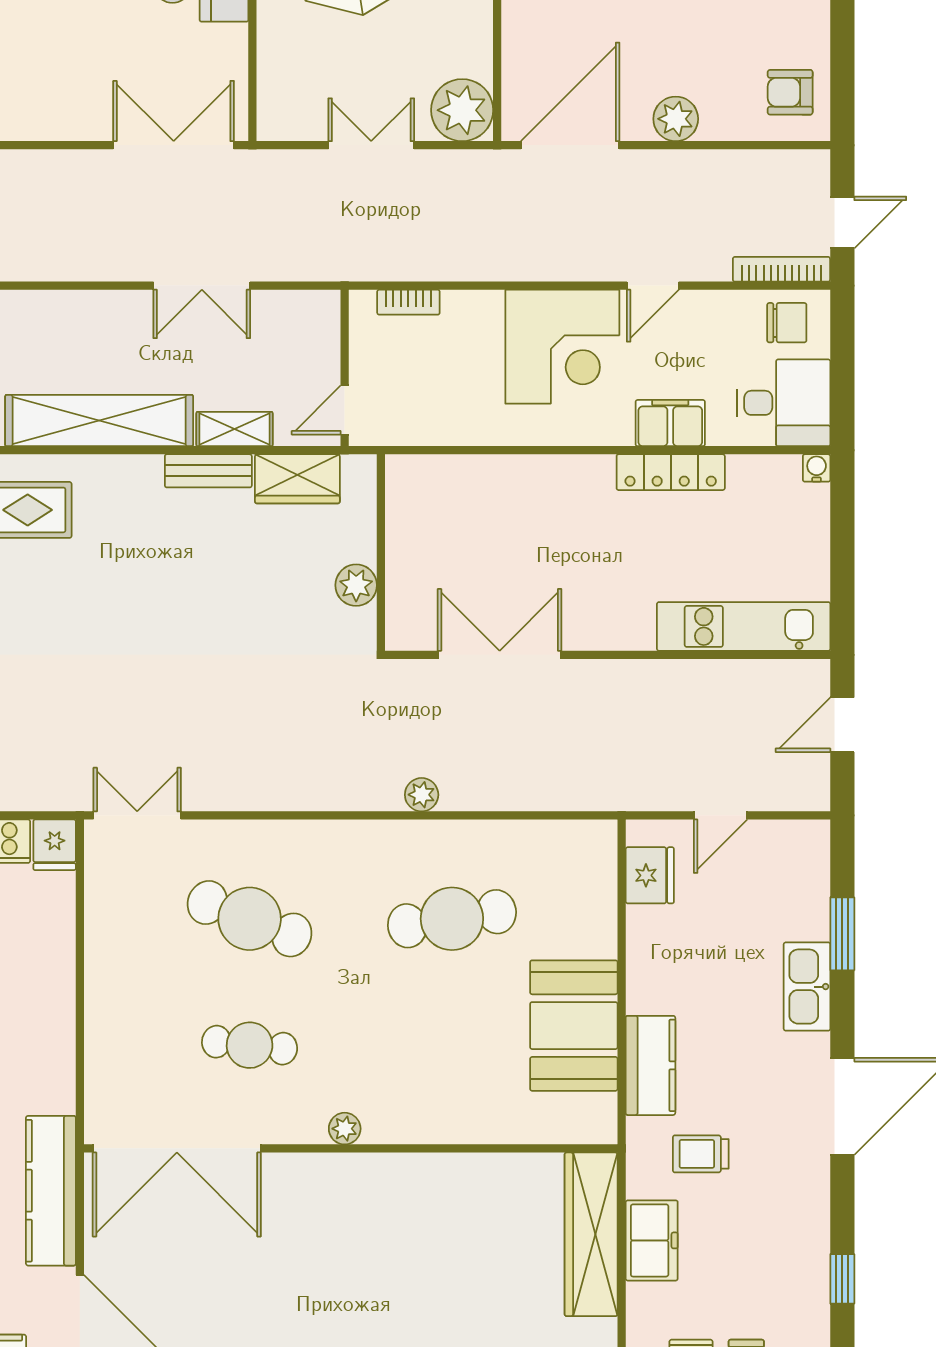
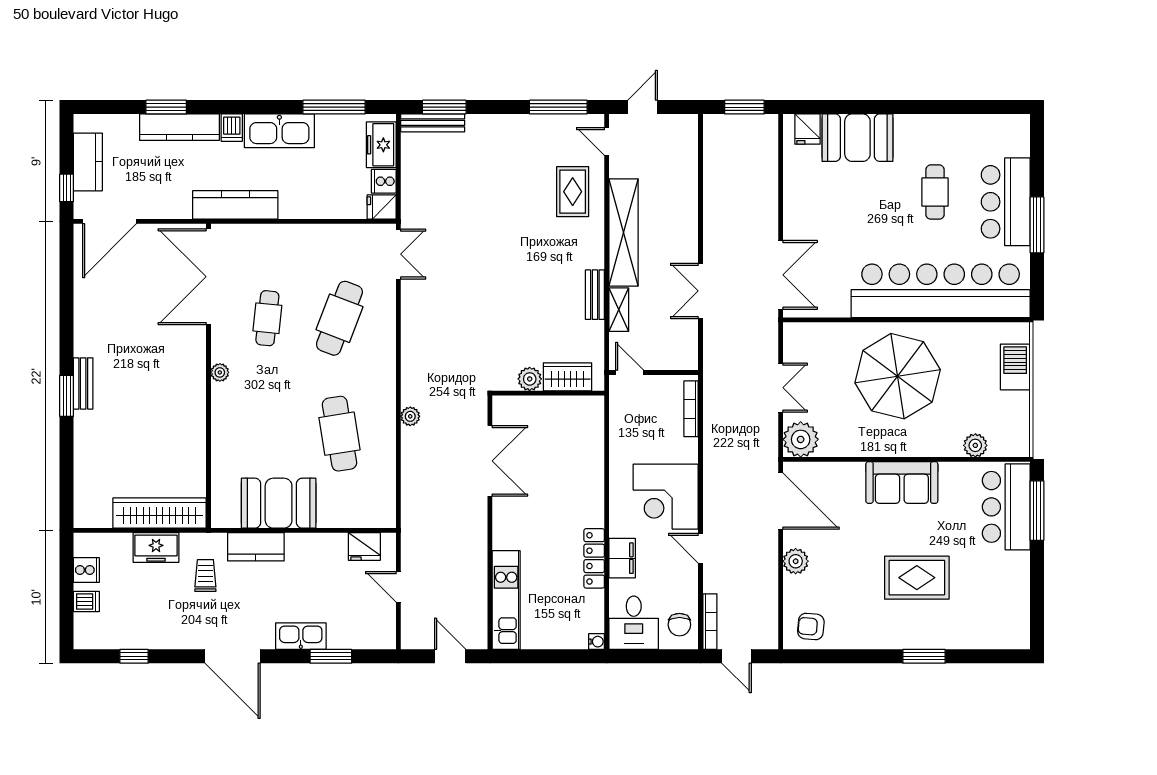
armchair: (790, 92) -> (811, 627), turned -85
bookcase: (408, 302) -> (691, 409), width x1.56
wardrobe: (297, 479) -> (568, 377), moved, turned 90
kitchen counter: (51, 1191) -> (235, 205), moved

